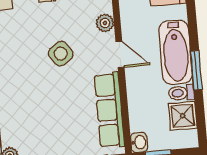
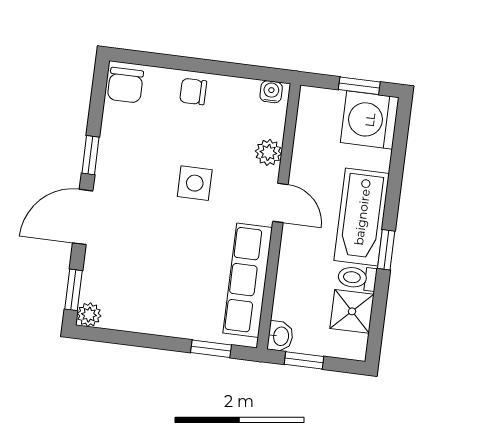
side table: (61, 54) -> (195, 183), turned 35
window: (196, 70) -> (386, 250), width x0.67

